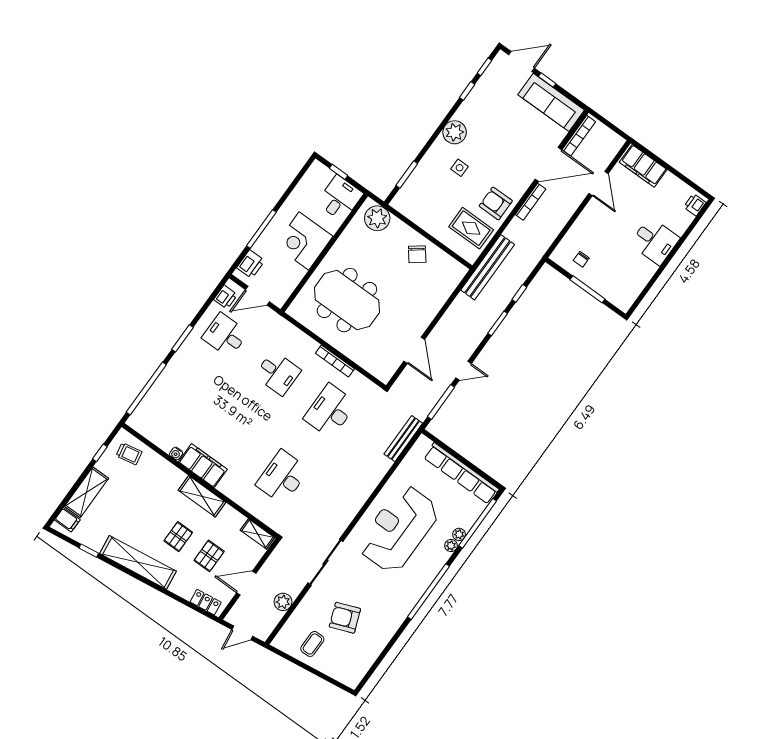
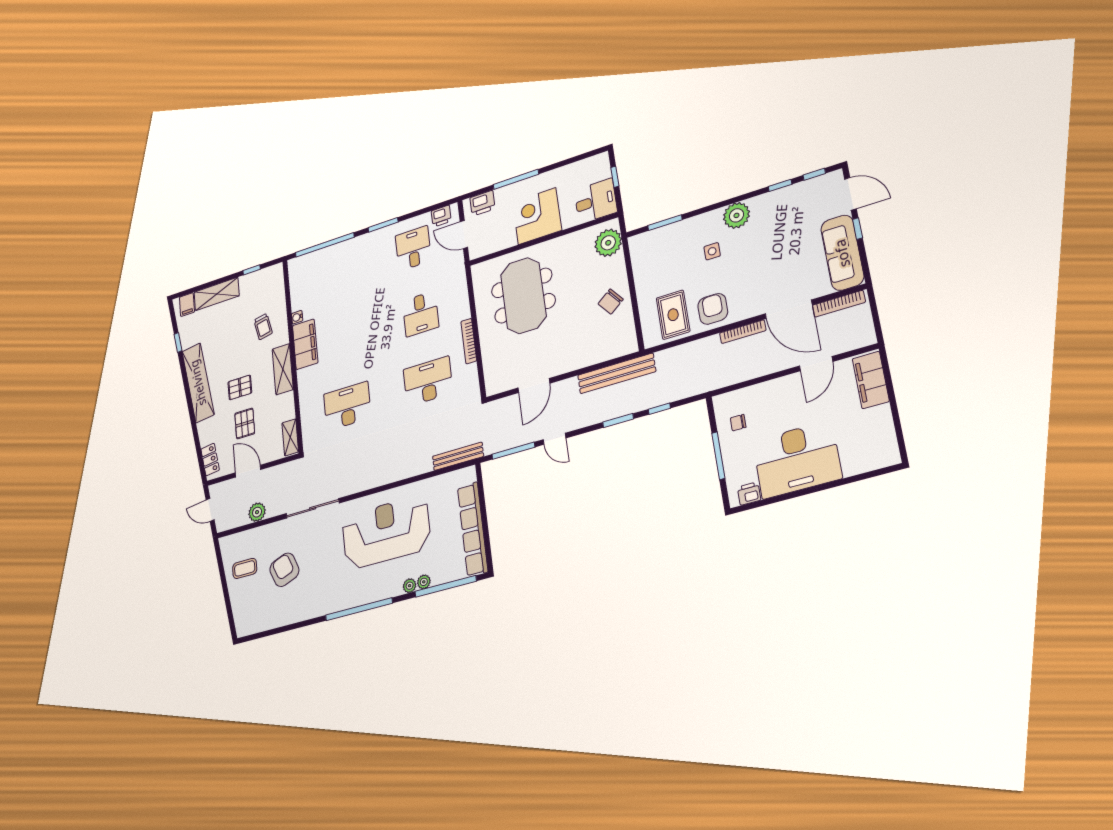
printer: (695, 205) -> (749, 494), moved
desk: (655, 241) -> (797, 460), width x1.87, depth x1.30
bench: (488, 267) -> (617, 373), moved
trolley: (129, 454) -> (263, 327), moved
pallet: (209, 556) -> (245, 424), turned 90

